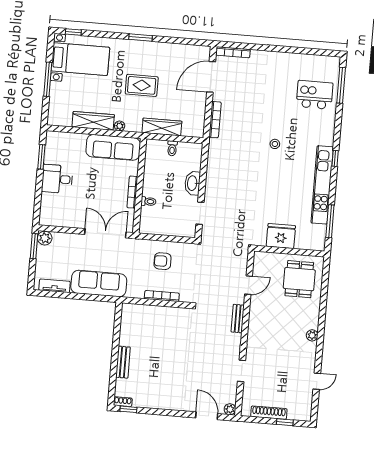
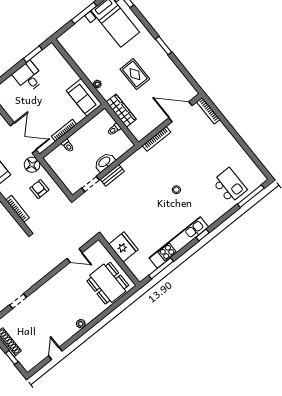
wardrobe: (93, 121) -> (85, 65), removed
sofa: (113, 147) -> (84, 97), width x0.73
floor lamp: (136, 248) -> (32, 165), added
dining table: (299, 279) -> (108, 283), width x1.38
bench: (238, 319) -> (112, 175), moved
door: (317, 381) -> (55, 353), swing flipped

